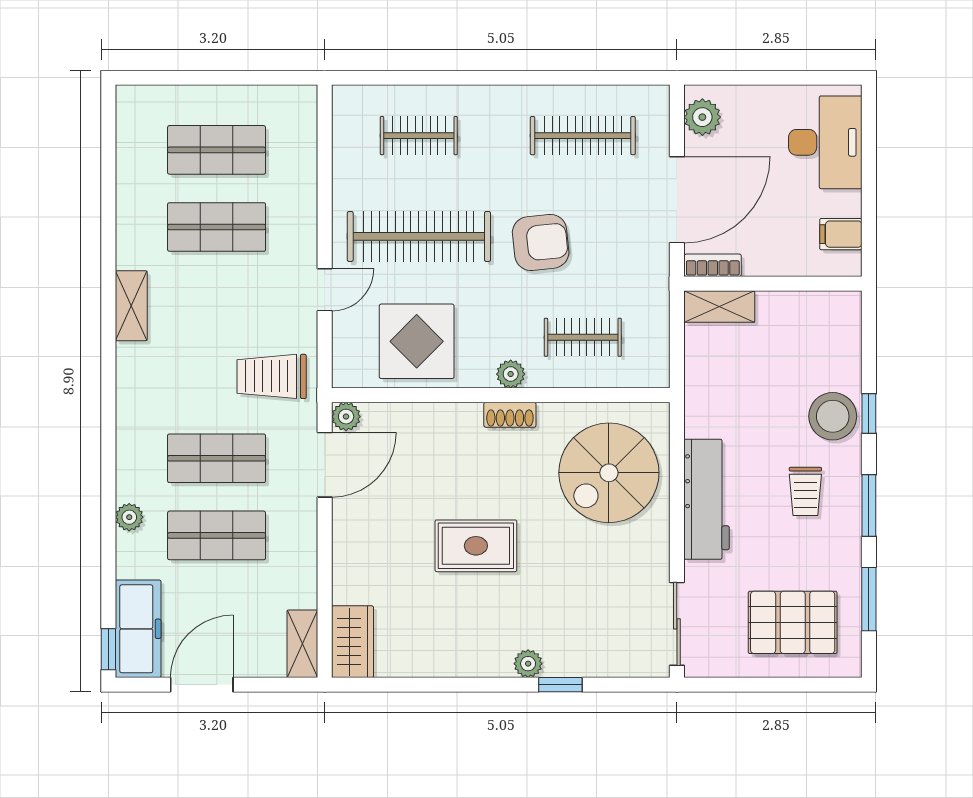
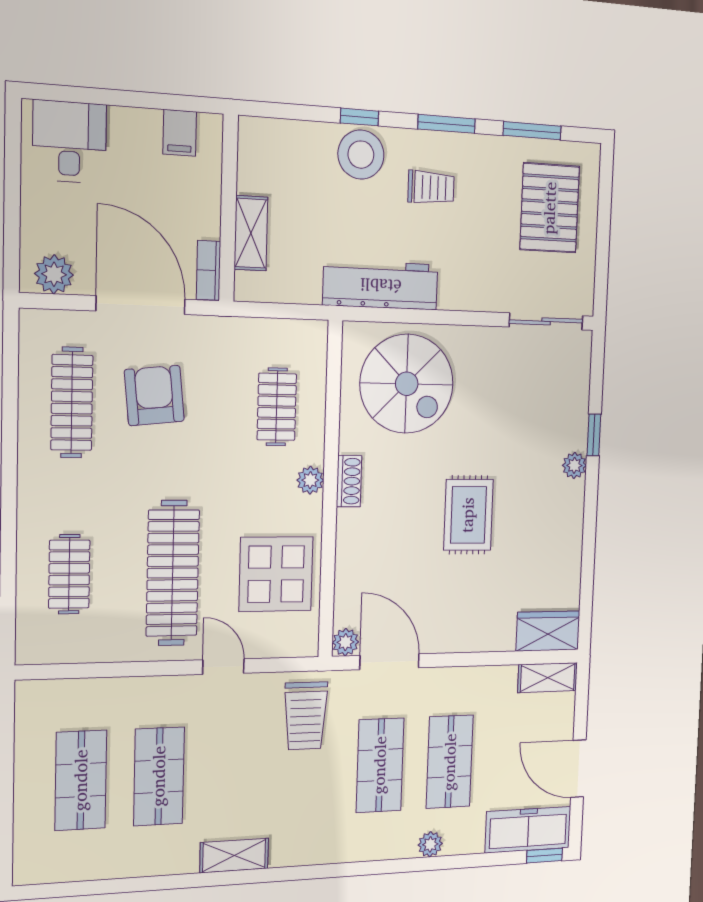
desk: (825, 142) -> (69, 142), width x0.73
armchair: (541, 242) -> (154, 395), moved
shelving: (719, 306) -> (251, 233), moved
workbench: (707, 499) -> (381, 285), moved

